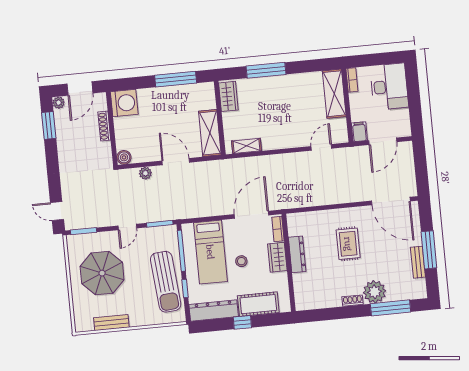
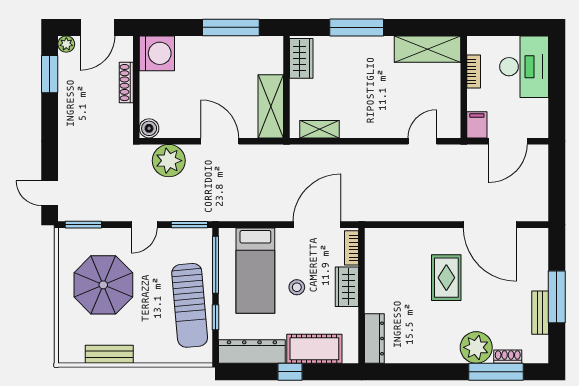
bookcase: (352, 80) -> (474, 71), moved
shelving: (334, 94) -> (428, 49), moved, turned 90
plant: (145, 173) -> (169, 161), width x1.87, depth x1.87
door: (391, 201) -> (490, 225), moved
dresser: (297, 254) -> (374, 338), moved
shoe rack: (353, 301) -> (508, 357), moved

